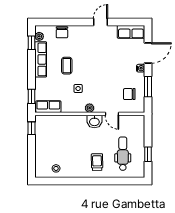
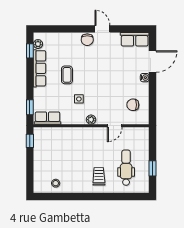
door: (100, 22) -> (102, 29), hinge flipped
chair: (62, 32) -> (87, 40), moved
window: (148, 87) -> (152, 97), removed
door: (112, 114) -> (115, 126), hinge flipped
washbasin: (94, 122) -> (96, 134), removed

